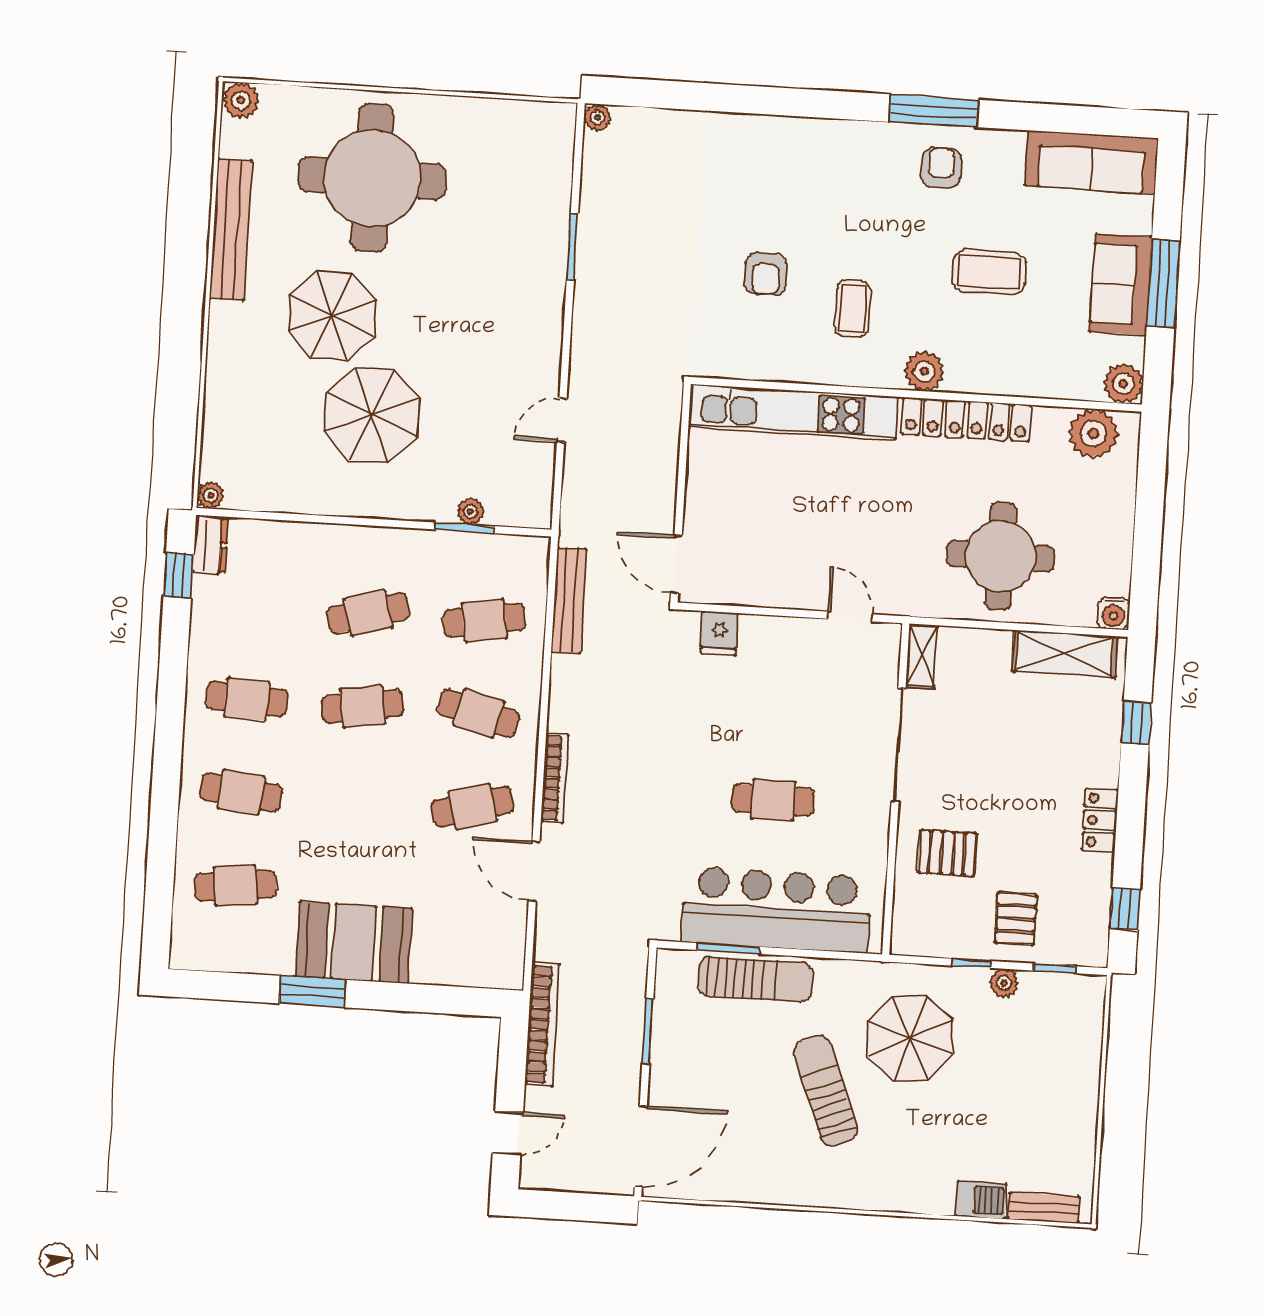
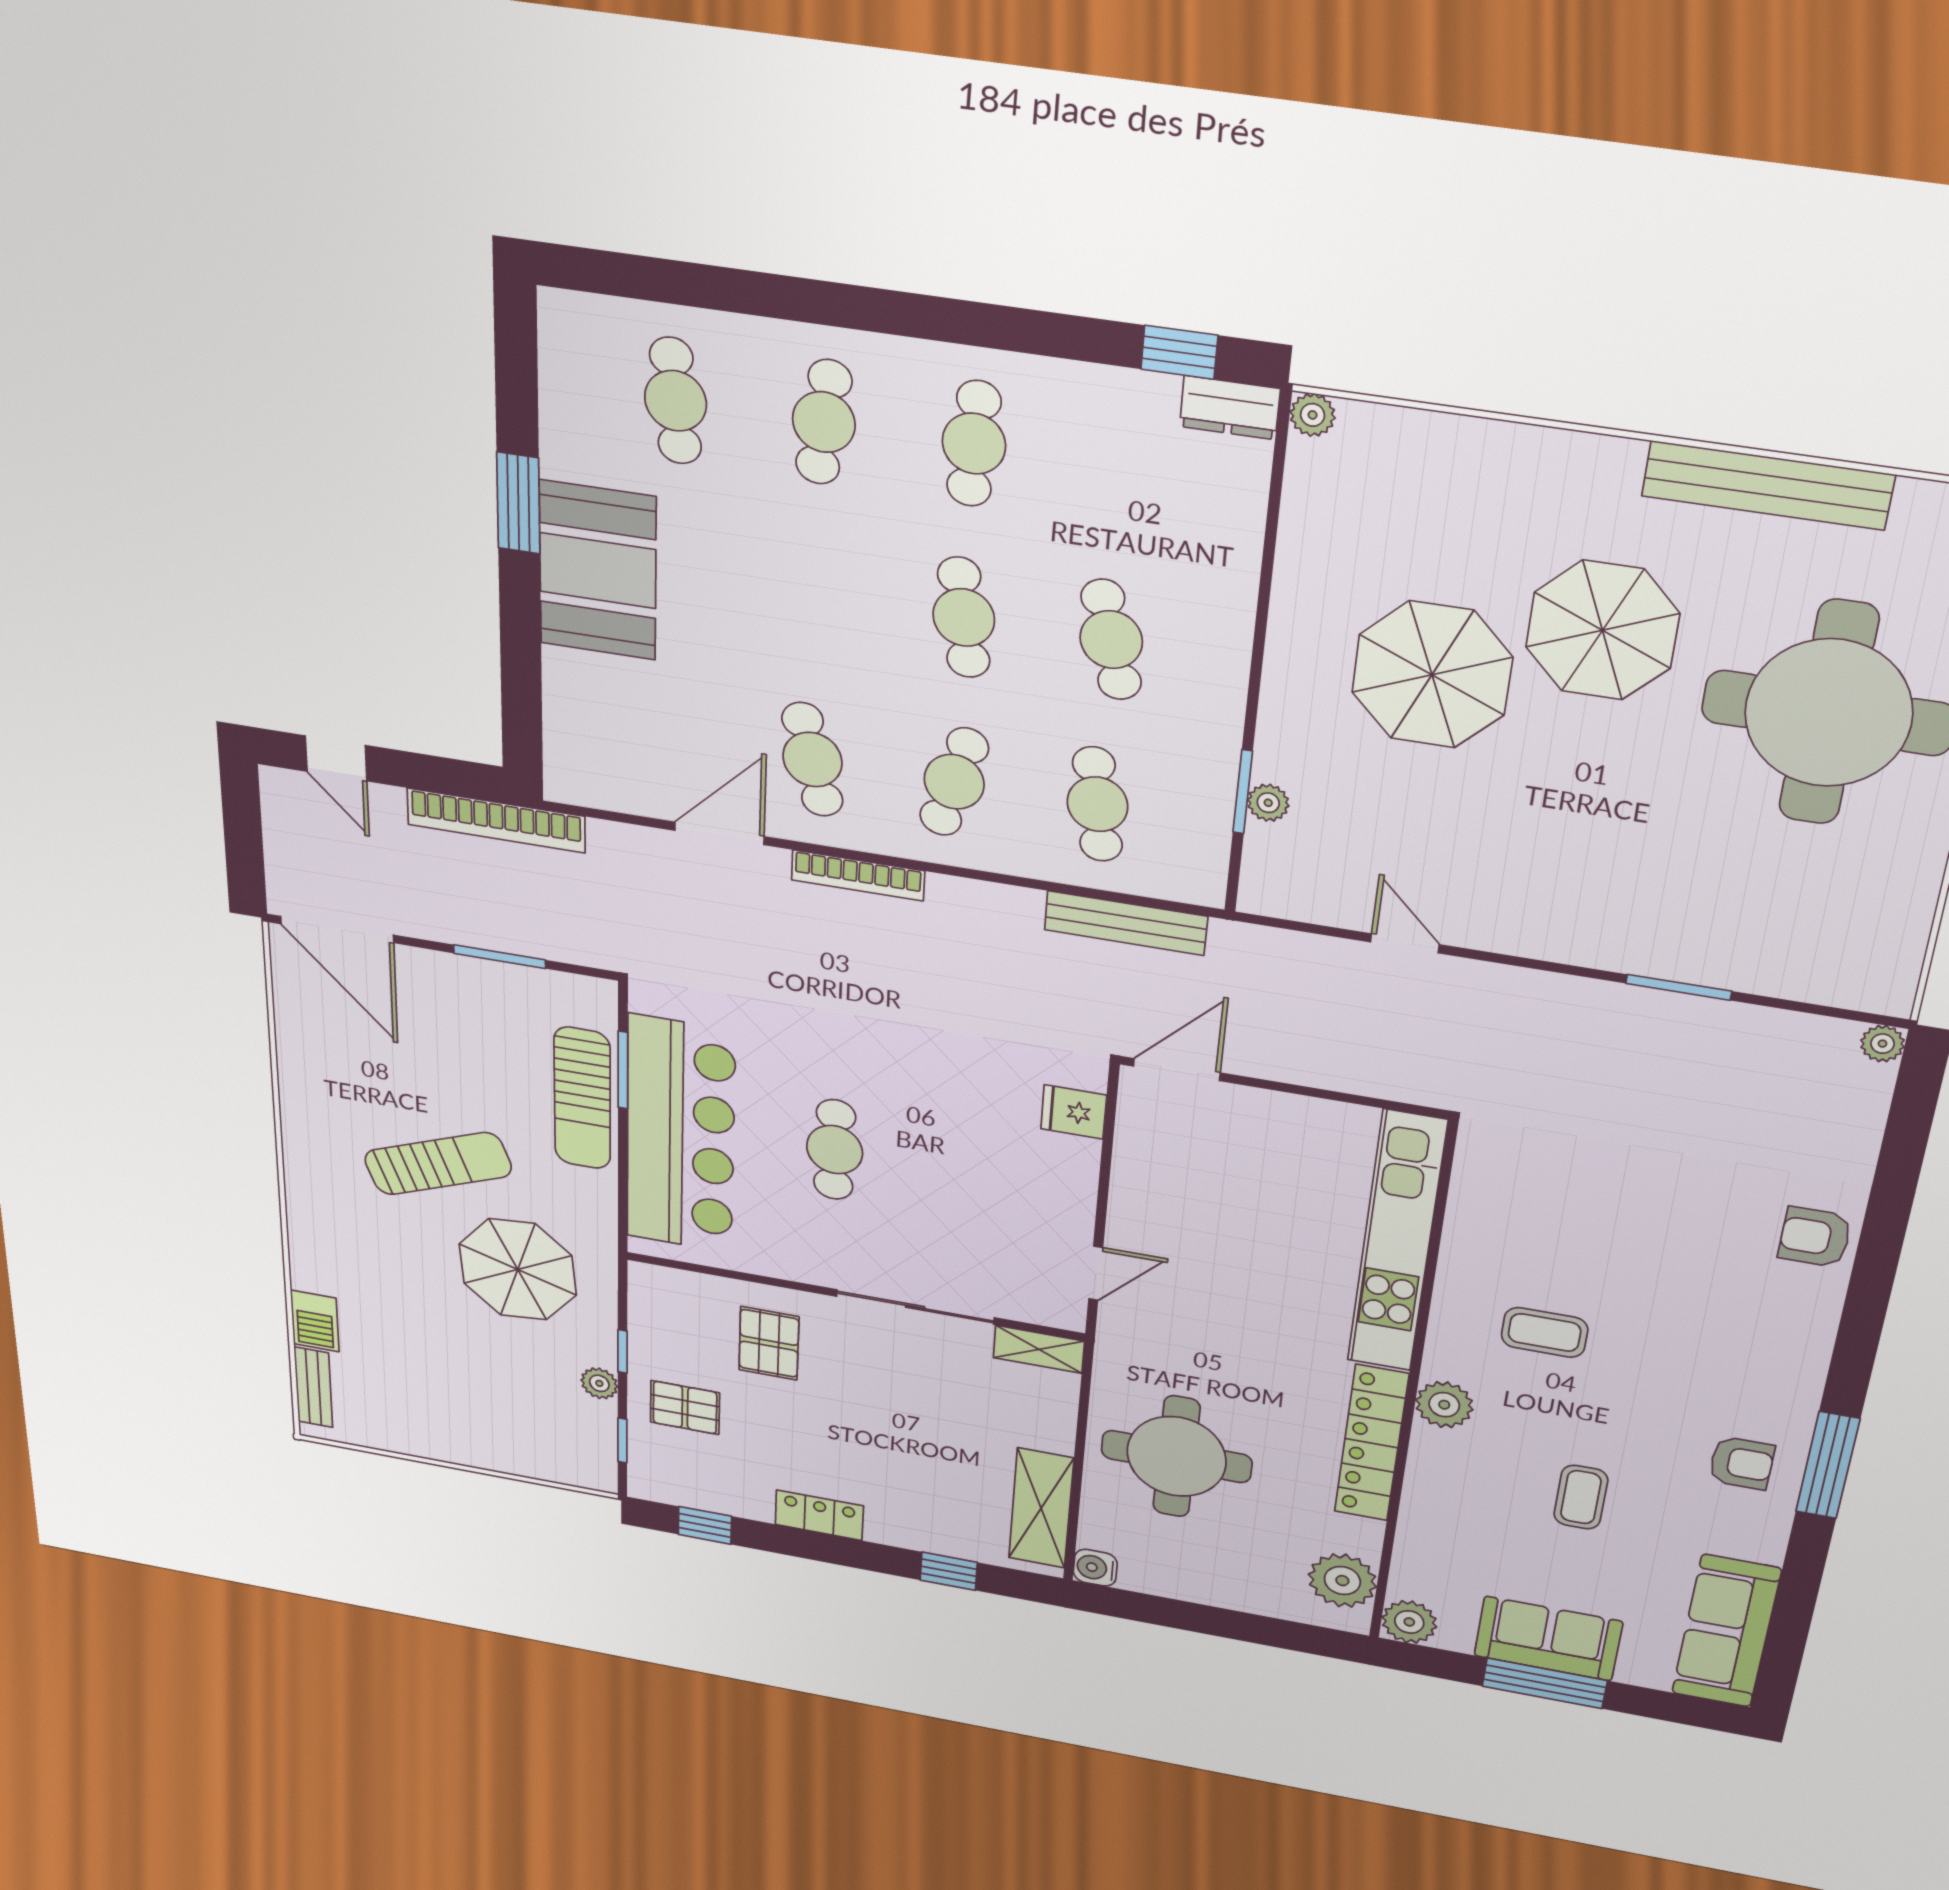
coffee table: (989, 272) -> (1581, 1497), width x0.73, depth x0.77
armchair: (766, 274) -> (1815, 1237), moved

